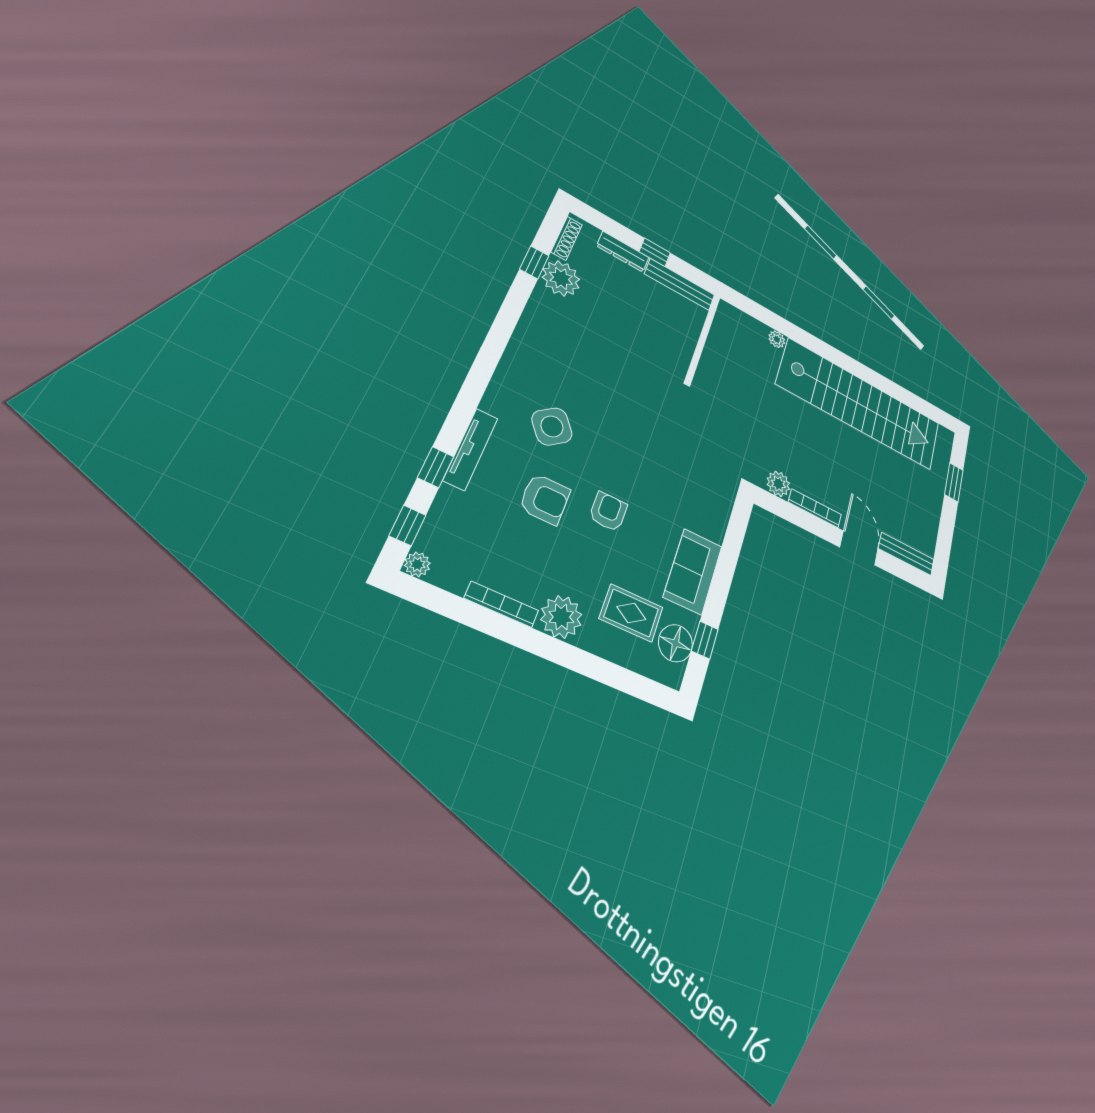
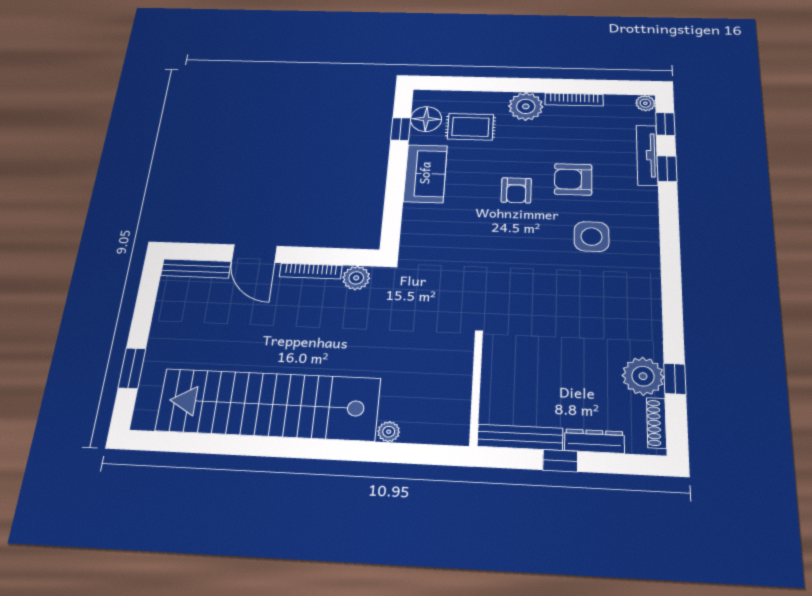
side table: (552, 426) -> (592, 237), turned 38
tv unit: (471, 449) -> (647, 155), moved

